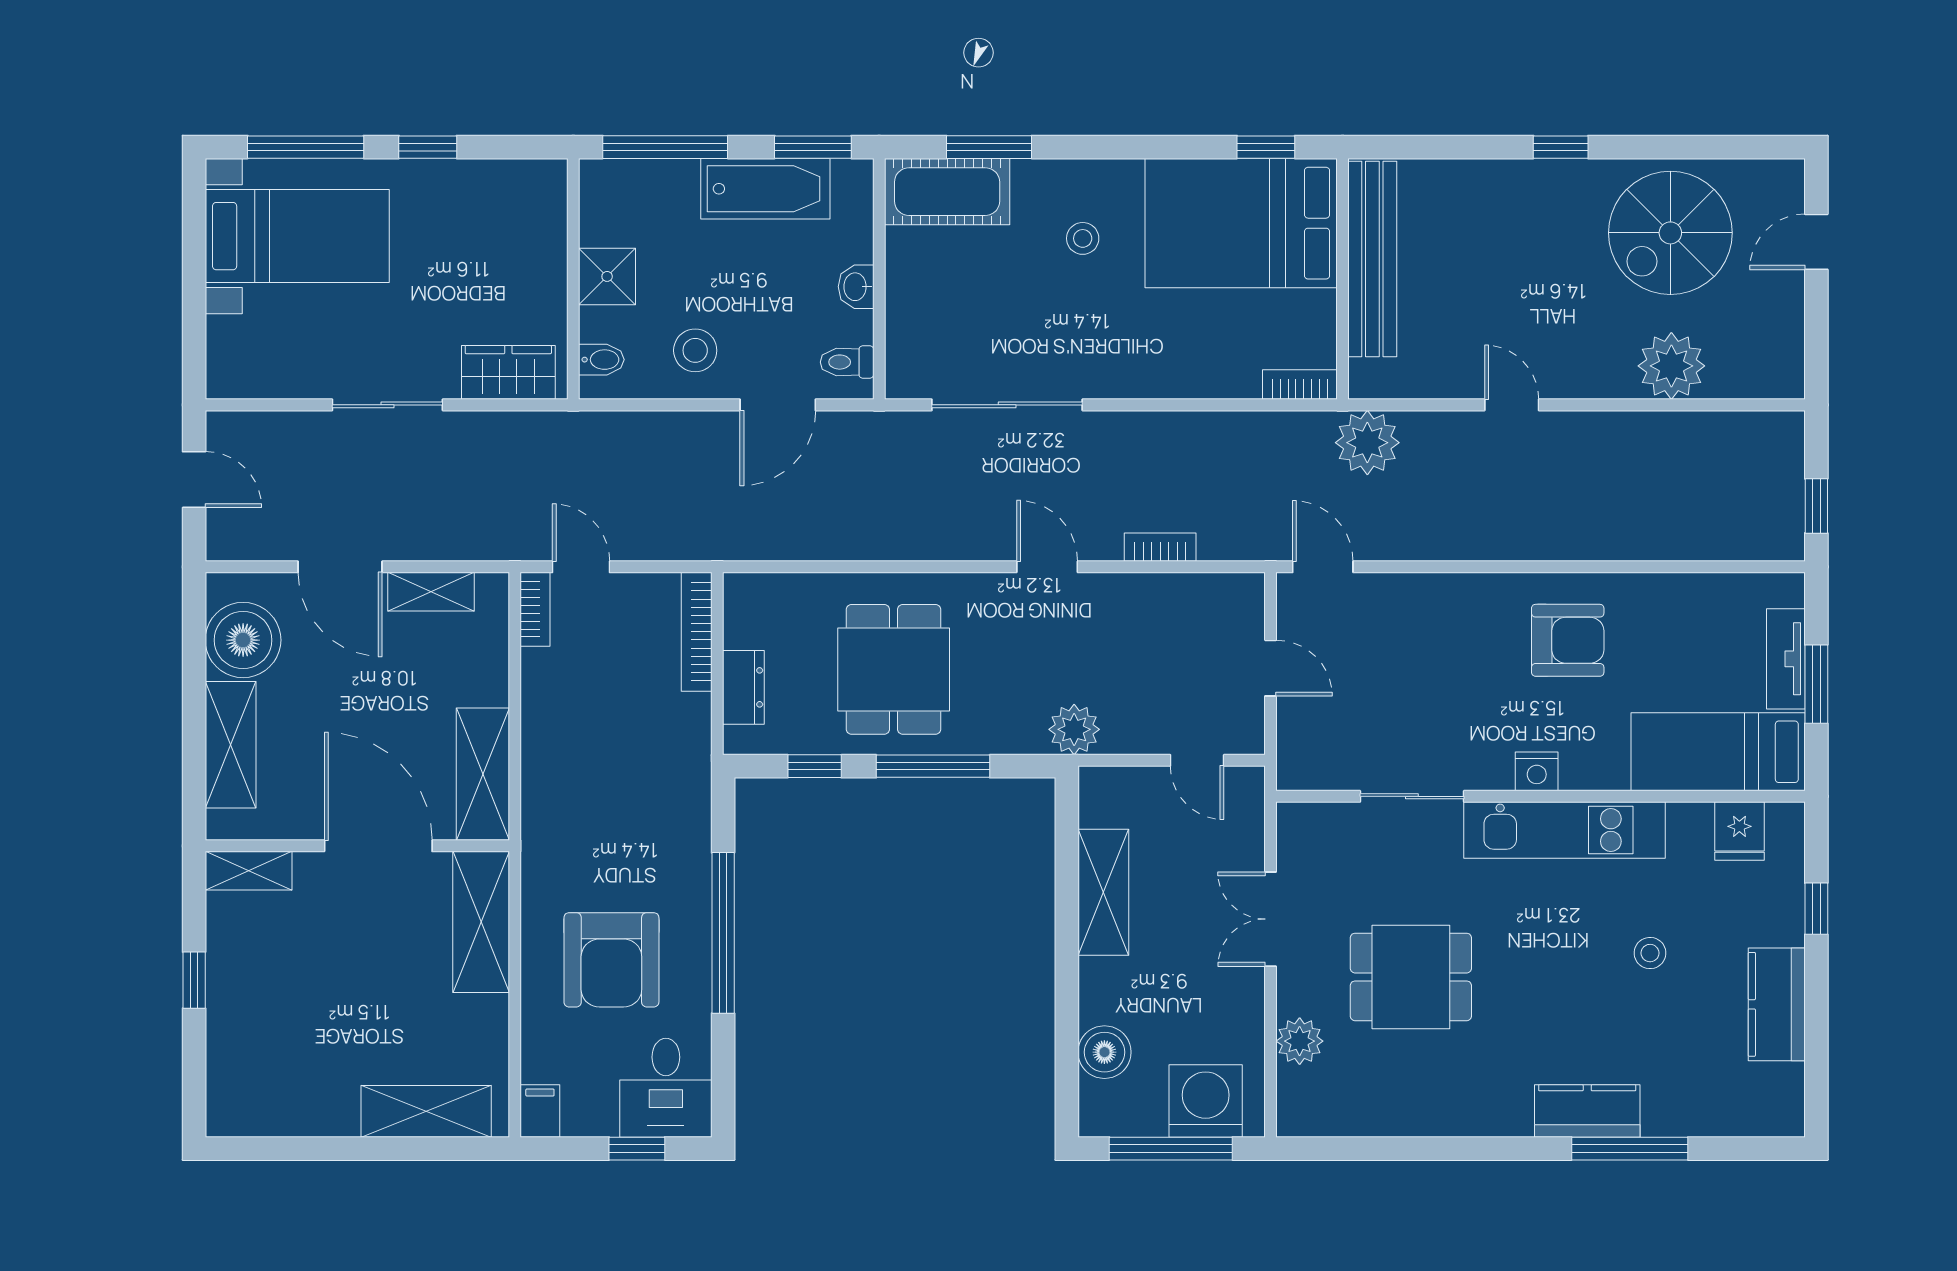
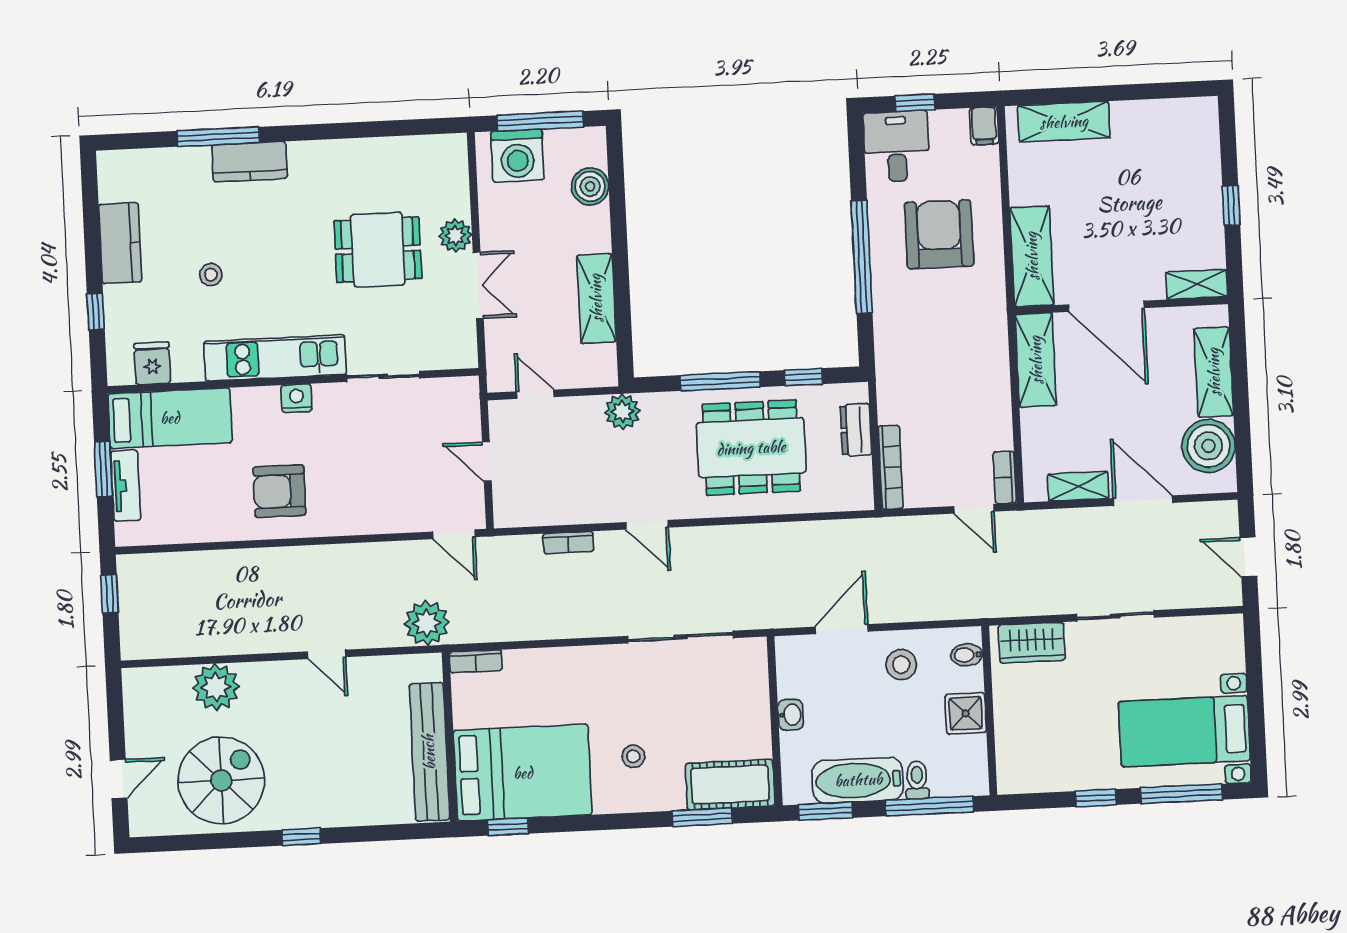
toilet: (847, 362) -> (917, 780), moved, turned -90
dining table: (894, 669) -> (751, 448), width x1.38
plant: (1300, 1041) -> (455, 235), moved

